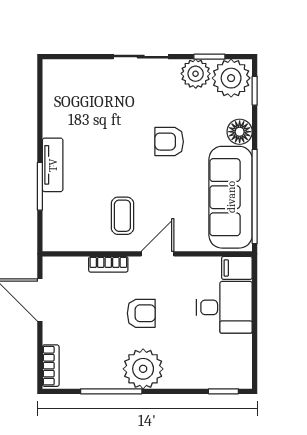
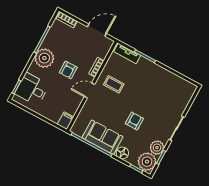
tv unit: (53, 165) -> (127, 53), moved
sofa: (231, 197) -> (103, 137), width x0.73
door: (158, 254) -> (90, 90), swing flipped
desk: (224, 307) -> (32, 89), moved, turned 90

